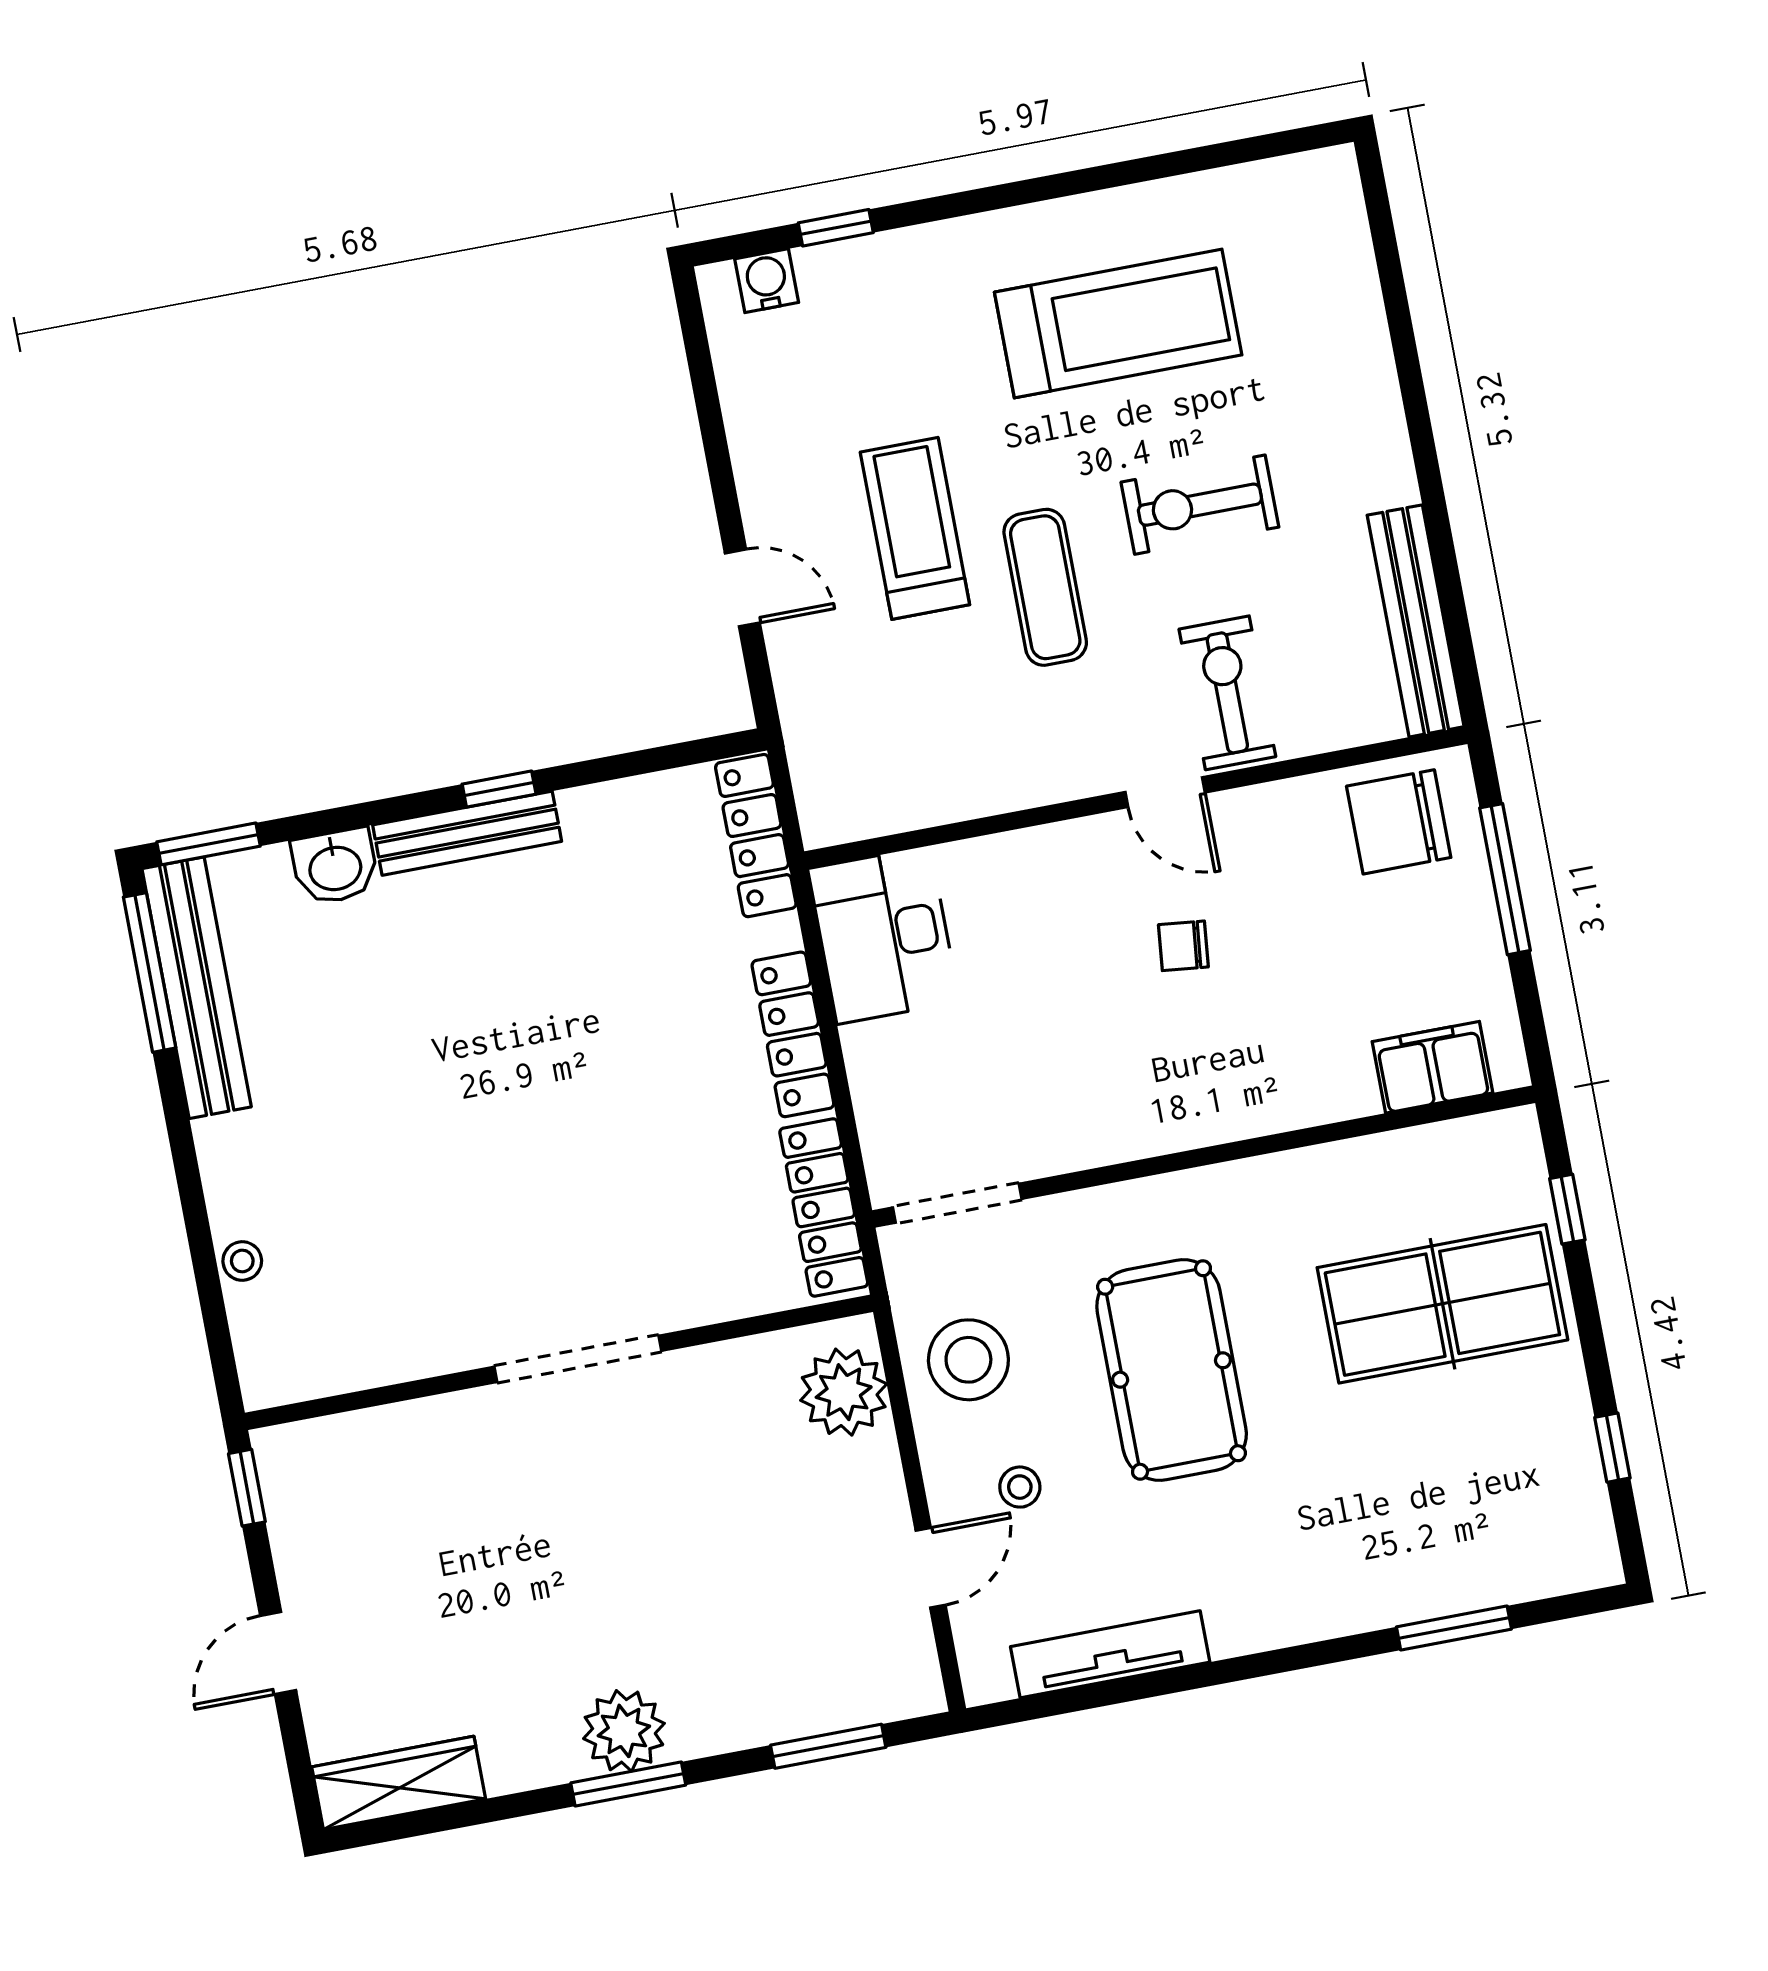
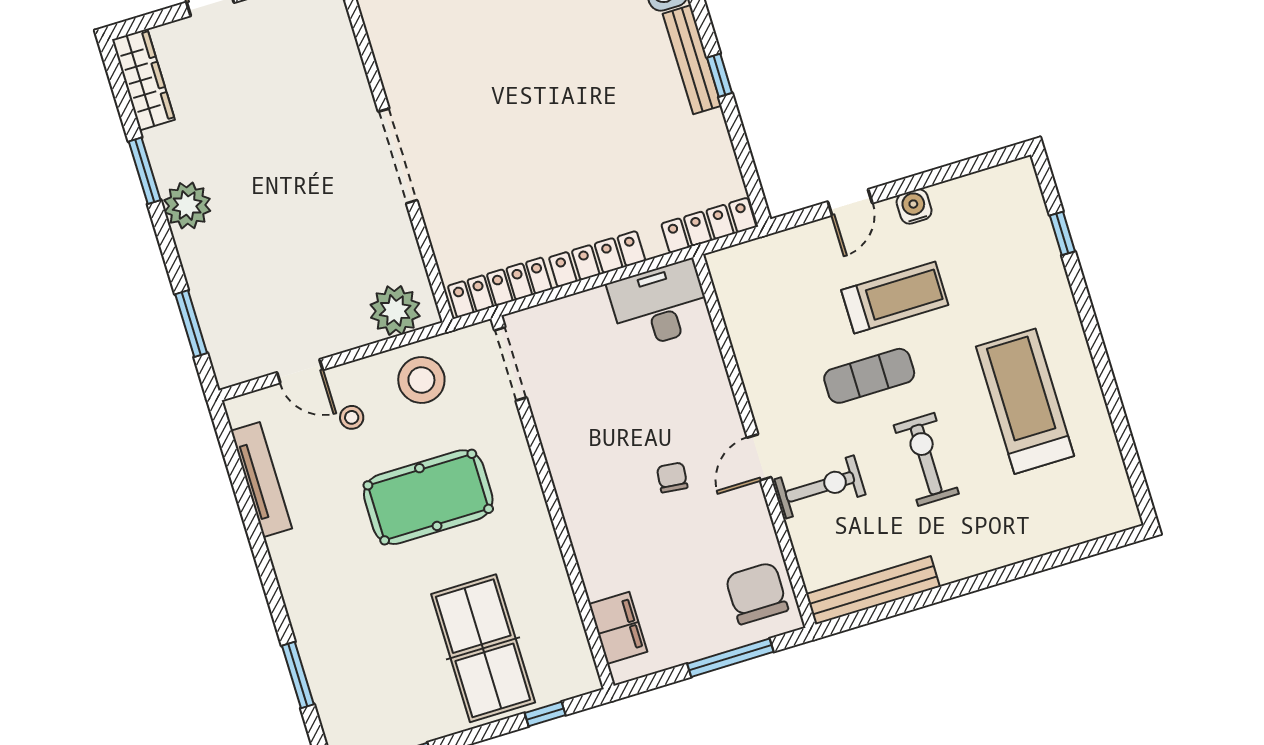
water cooler: (767, 281) -> (914, 206), moved, turned -90
treadmill: (1118, 324) -> (1025, 401), turned 180
window: (628, 1784) -> (145, 171), moved

